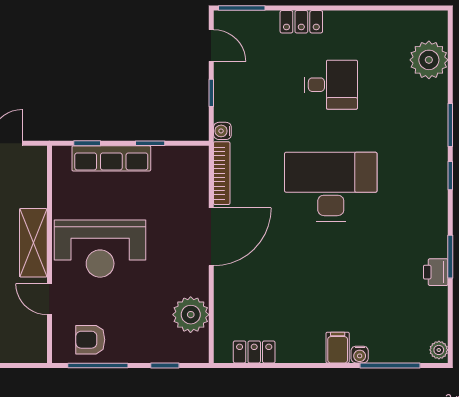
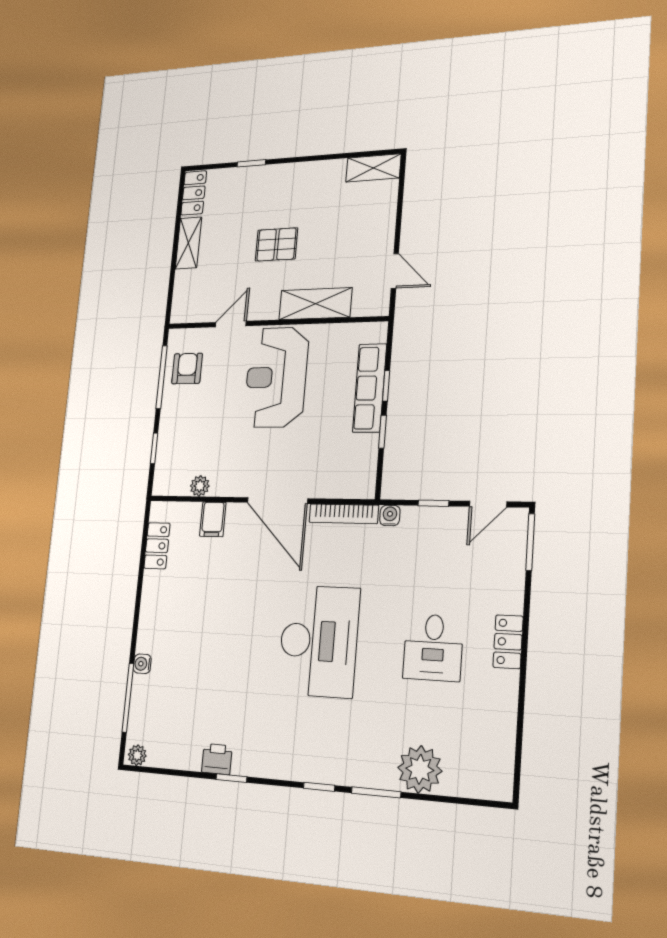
locker: (301, 22) -> (508, 642), moved
plant: (429, 60) -> (420, 769), moved
window: (87, 143) -> (386, 386), moved
shelving: (33, 243) -> (315, 304), moved
window: (450, 257) -> (232, 778), width x0.67
plant: (191, 315) -> (200, 486), width x0.53, depth x0.53
filing cabinet: (338, 348) -> (213, 519), moved, turned 90

